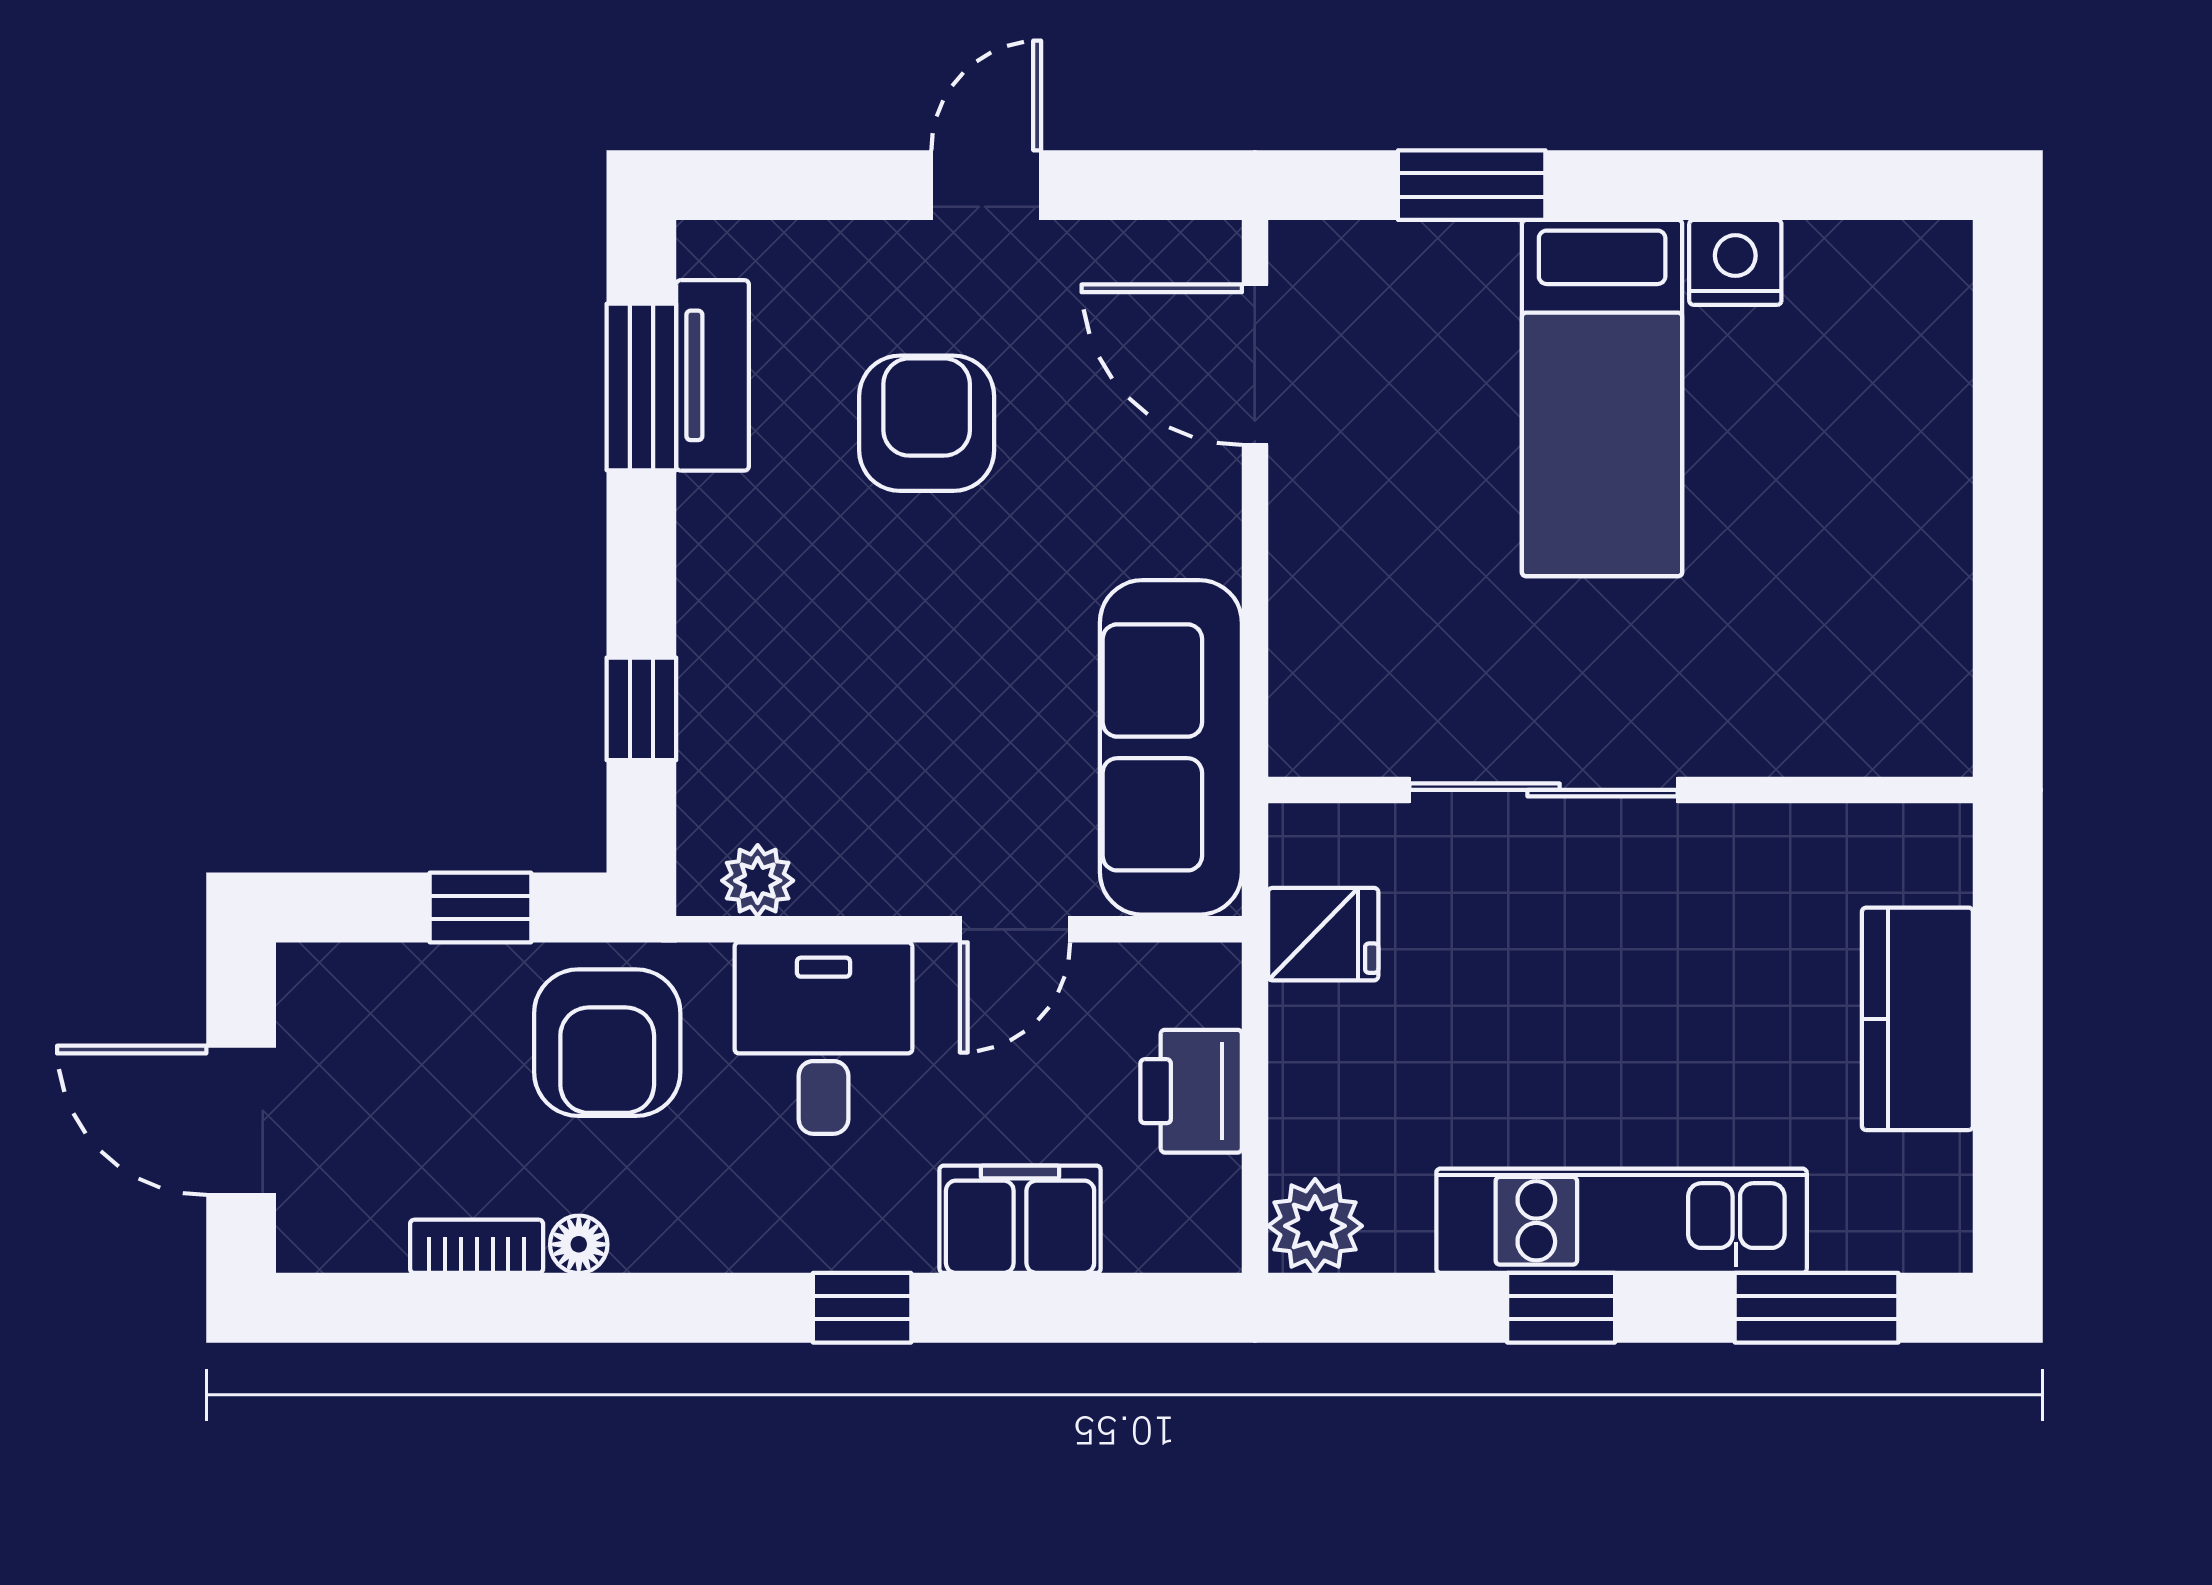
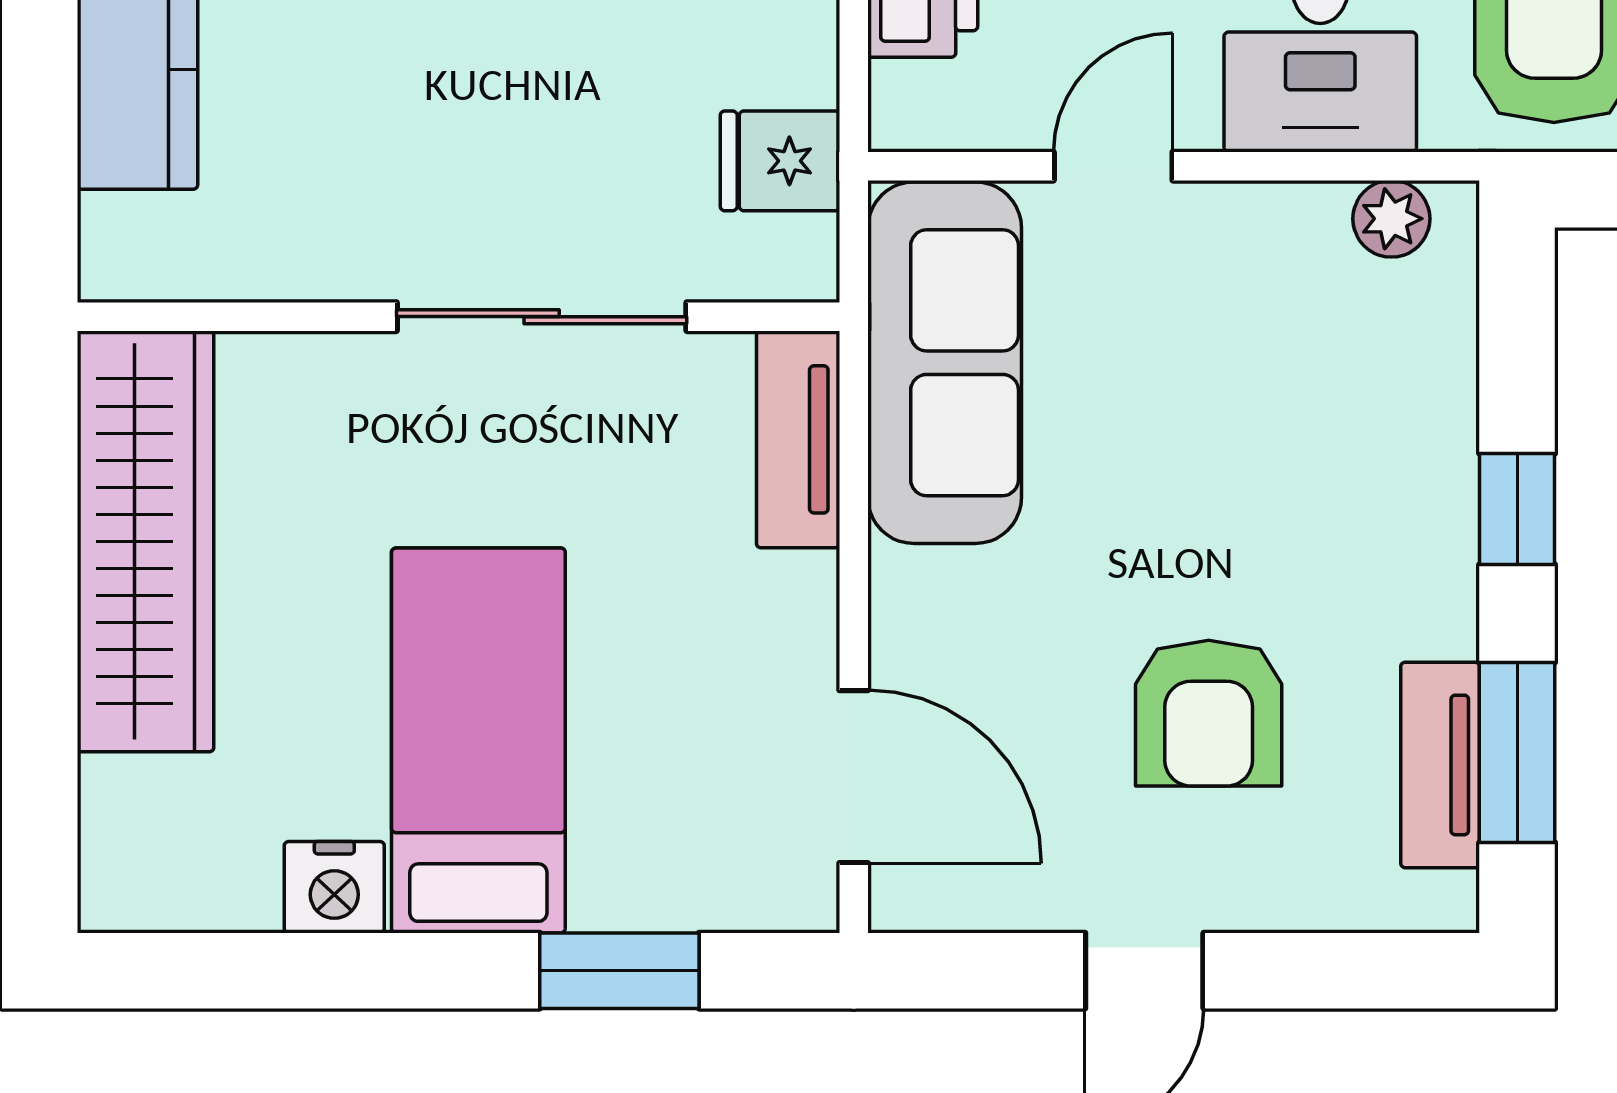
wardrobe: (1910, 582) -> (146, 541), added
tv unit: (1306, 676) -> (798, 439), added
window: (641, 709) -> (1517, 509), moved

